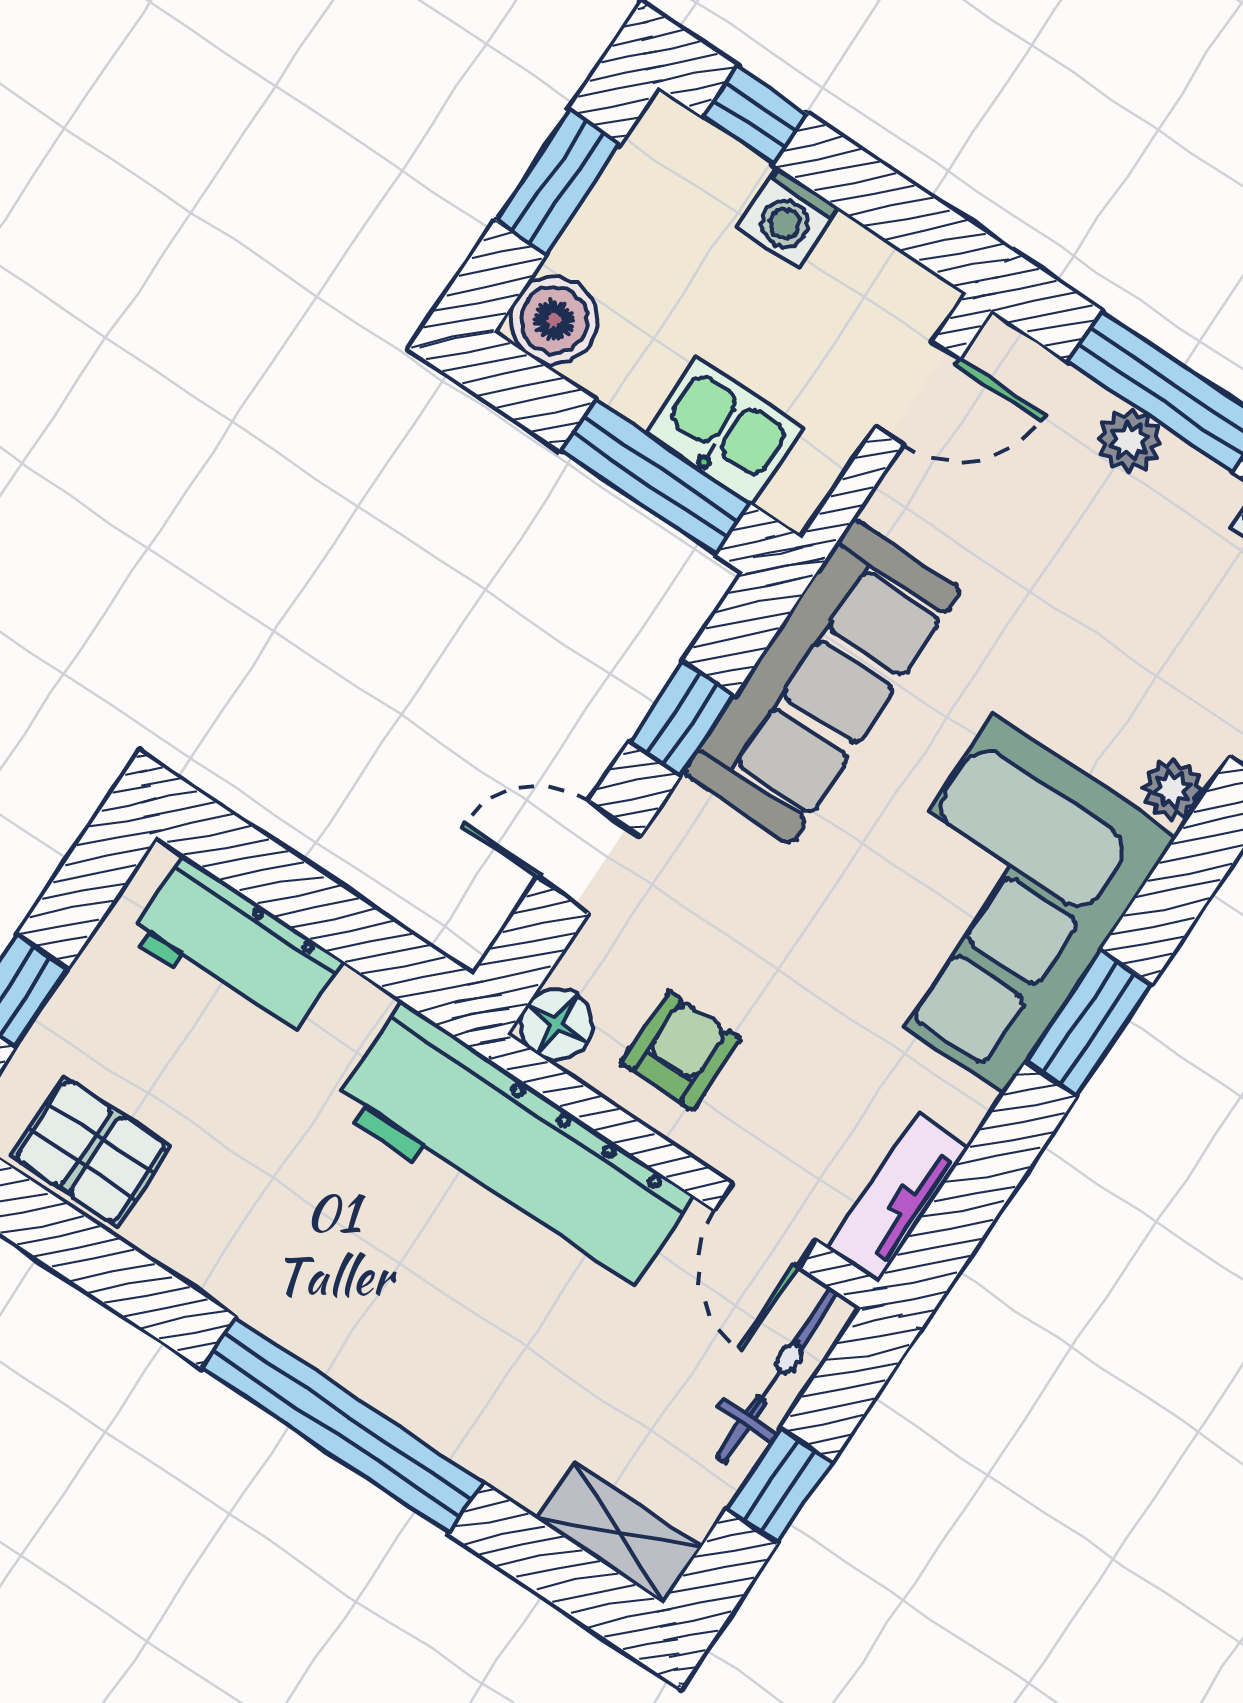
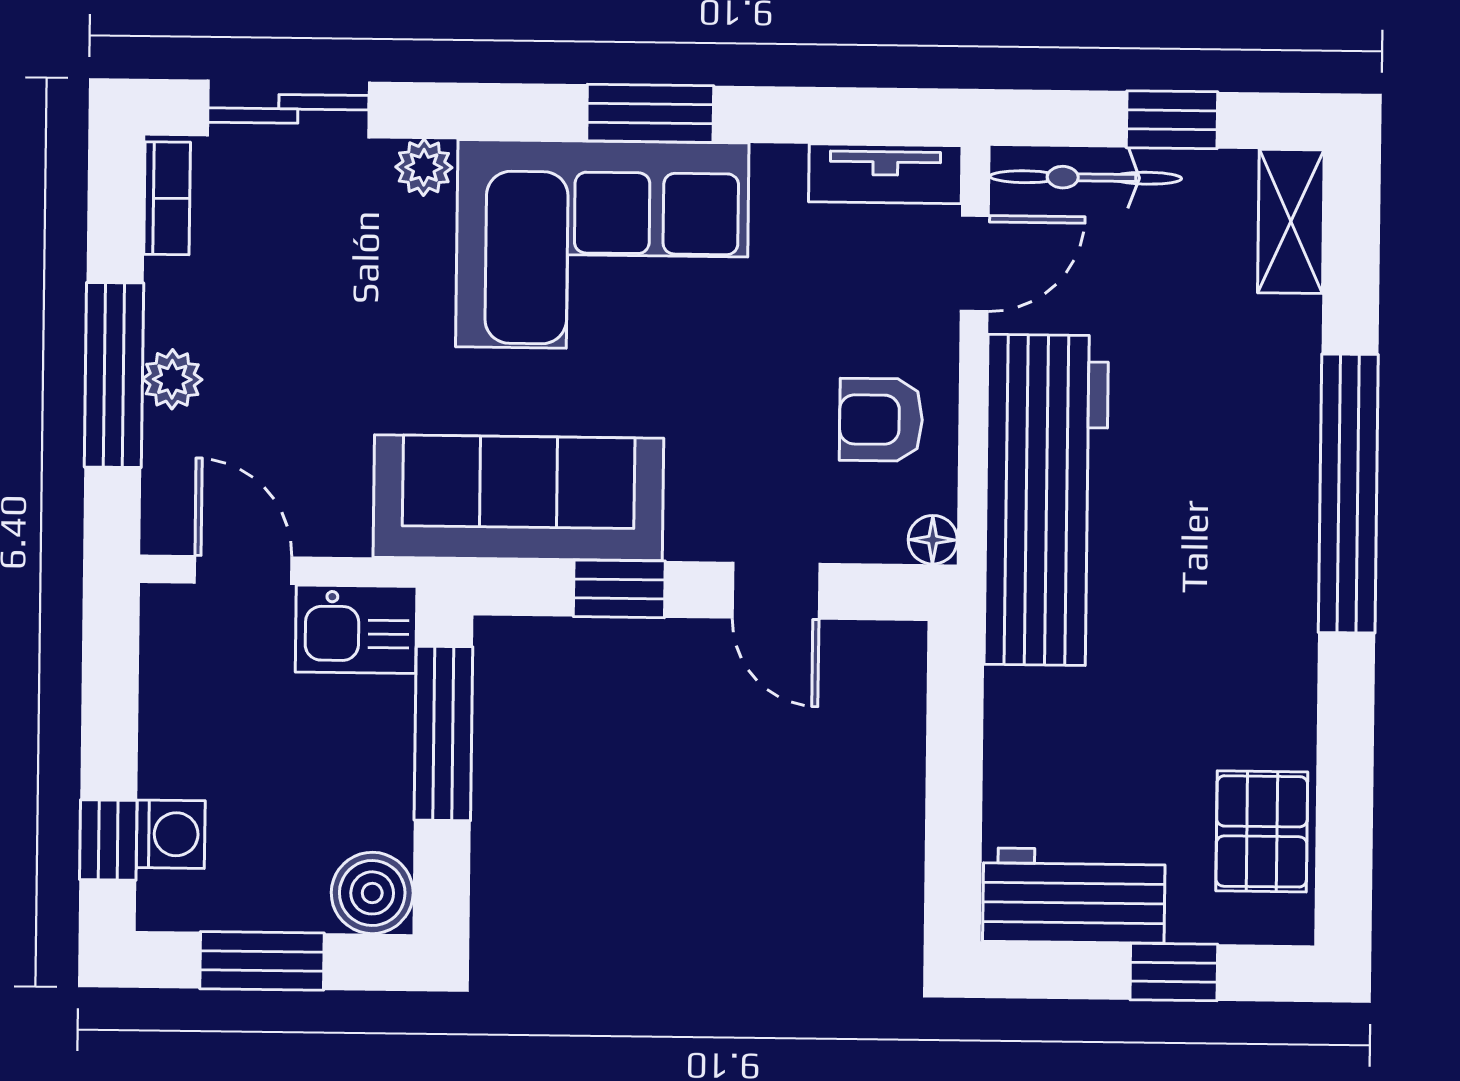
washing machine: (789, 218) -> (171, 834), moved
kitchen sink: (725, 431) -> (356, 629), moved, turned -90
workbench: (236, 949) -> (1074, 896), moved, turned -90
floor lamp: (557, 1024) -> (933, 540), width x0.73, depth x0.73

